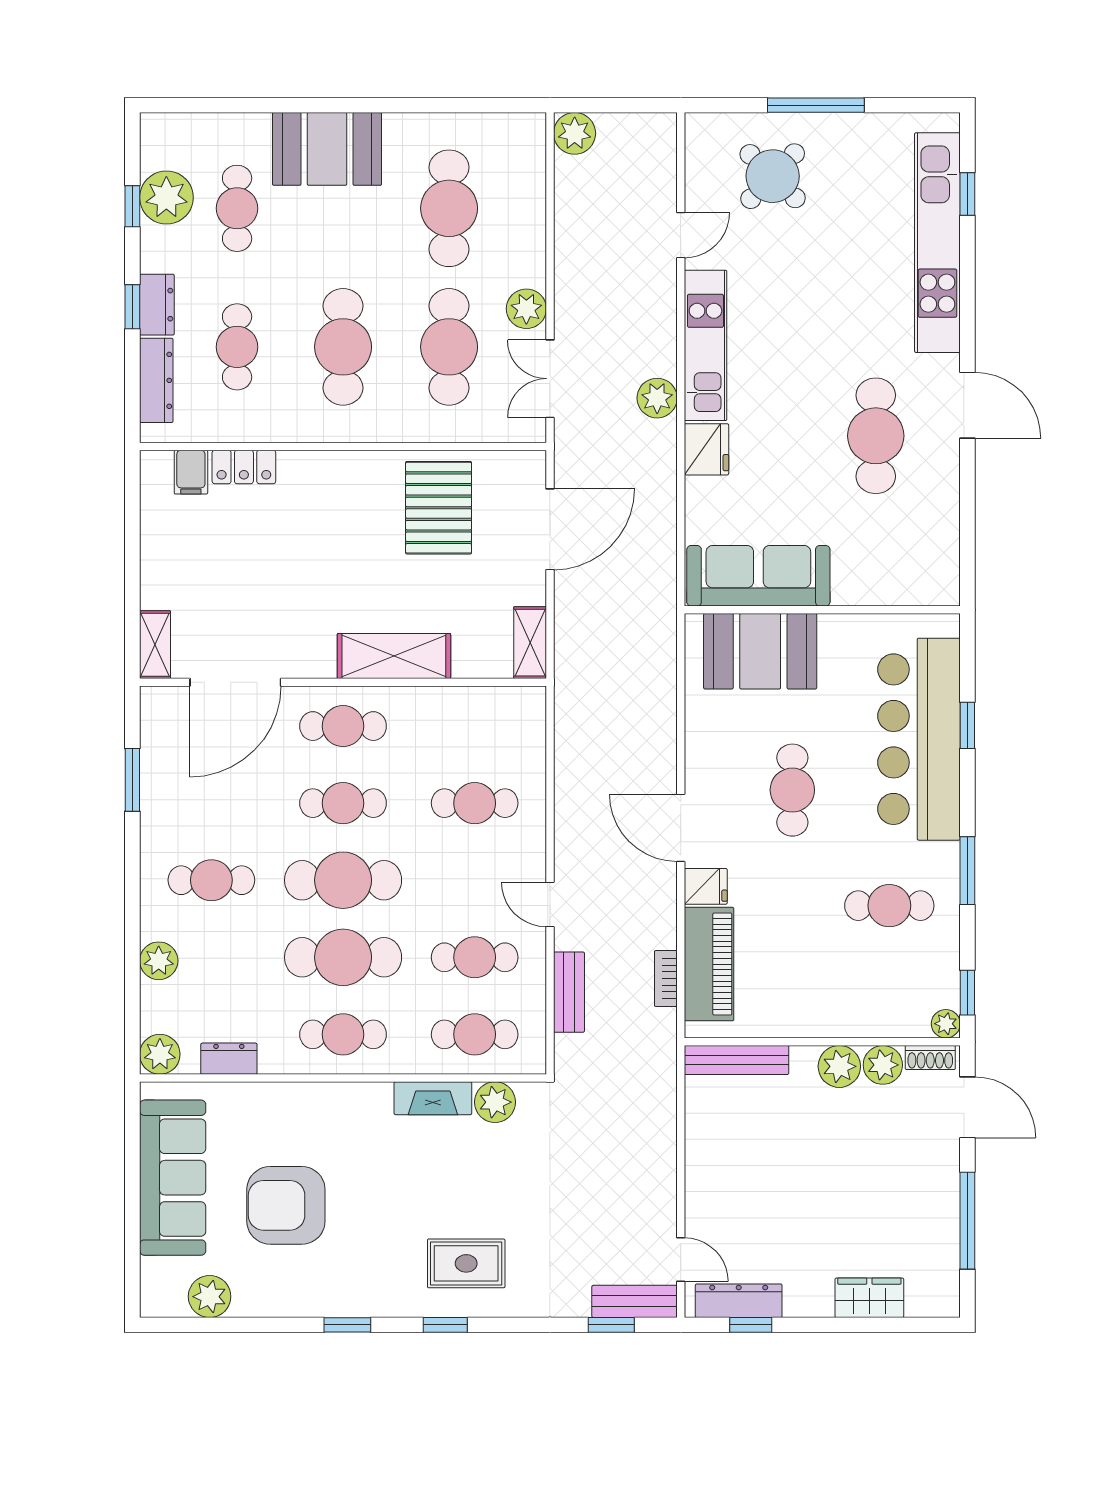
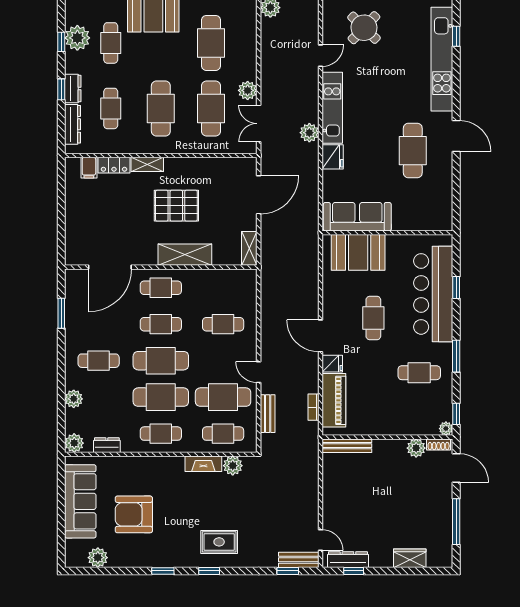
pallet: (439, 508) -> (176, 206), moved, turned 90
shelving: (155, 645) -> (147, 164), moved, turned 90
cafe table: (475, 957) -> (223, 397), width x1.37, depth x1.35
plant: (839, 1066) -> (396, 449), removed

